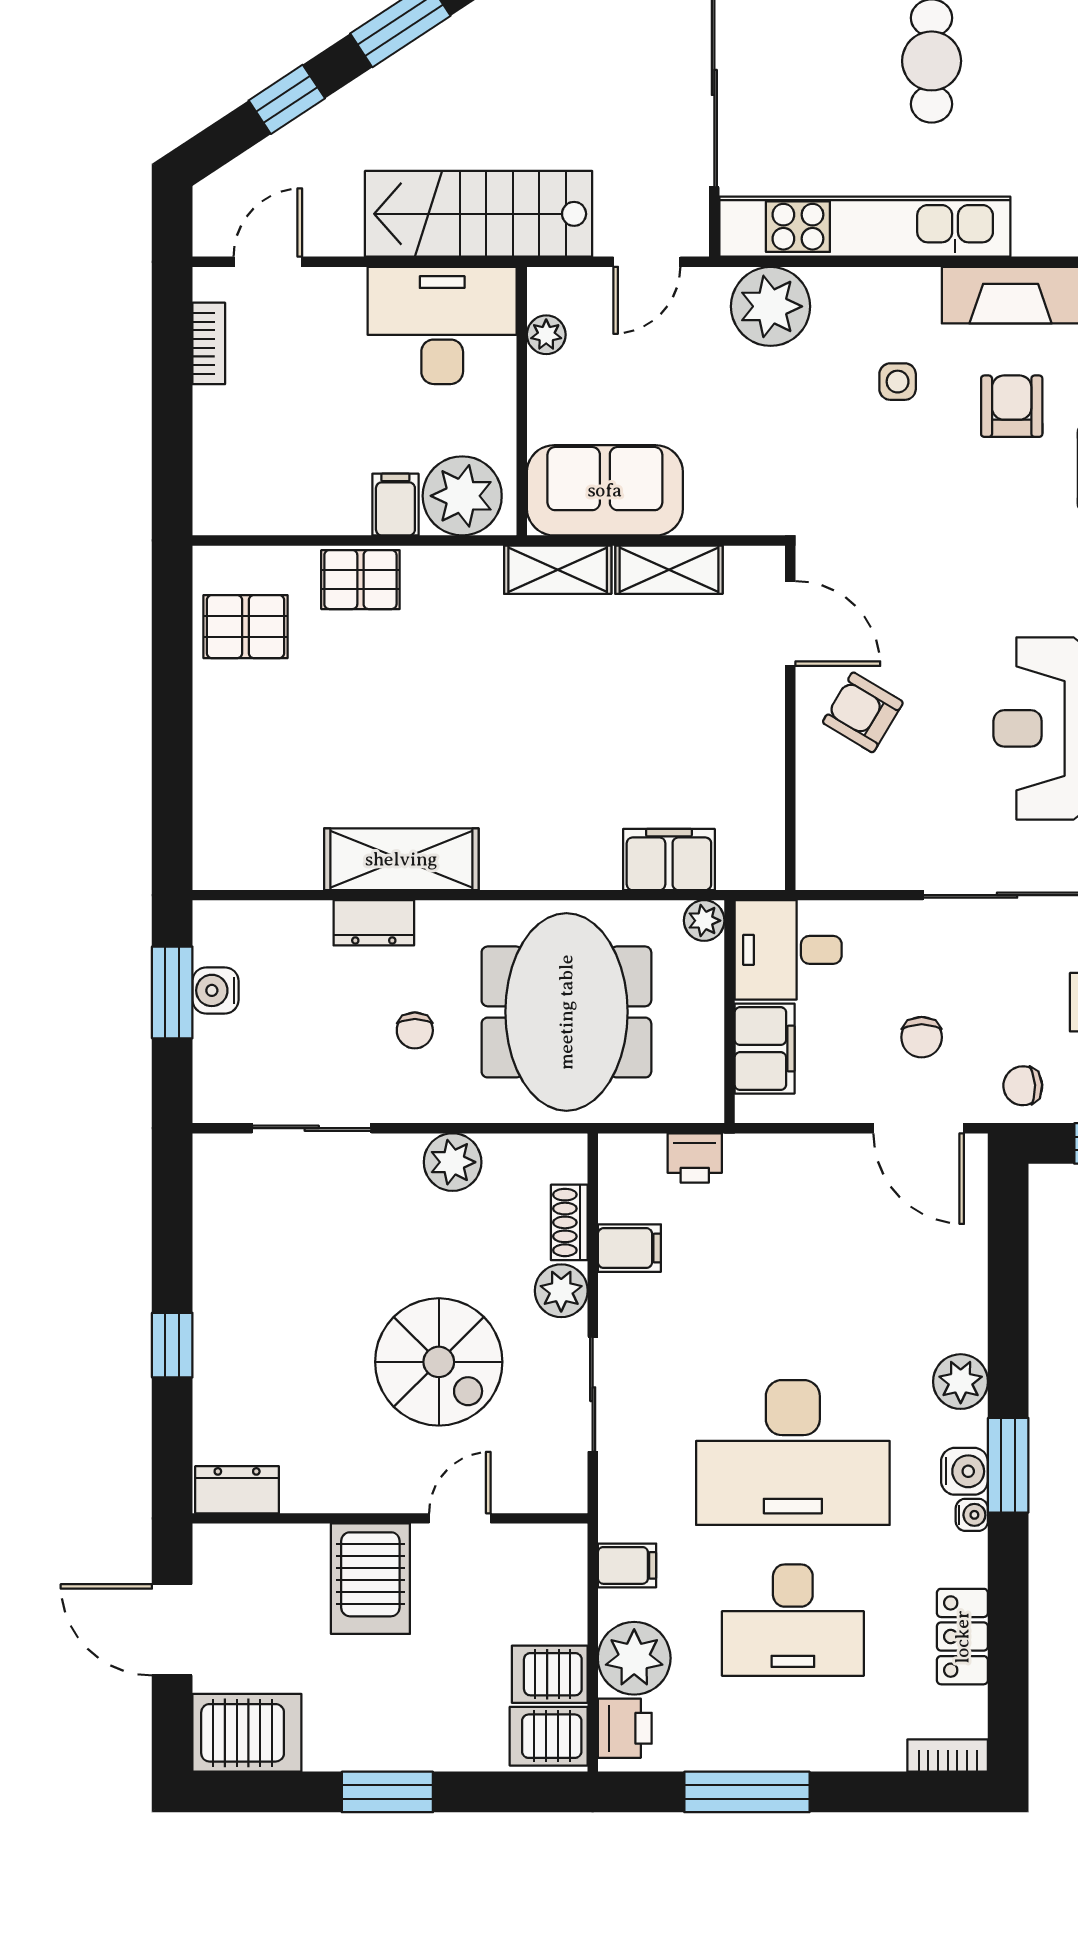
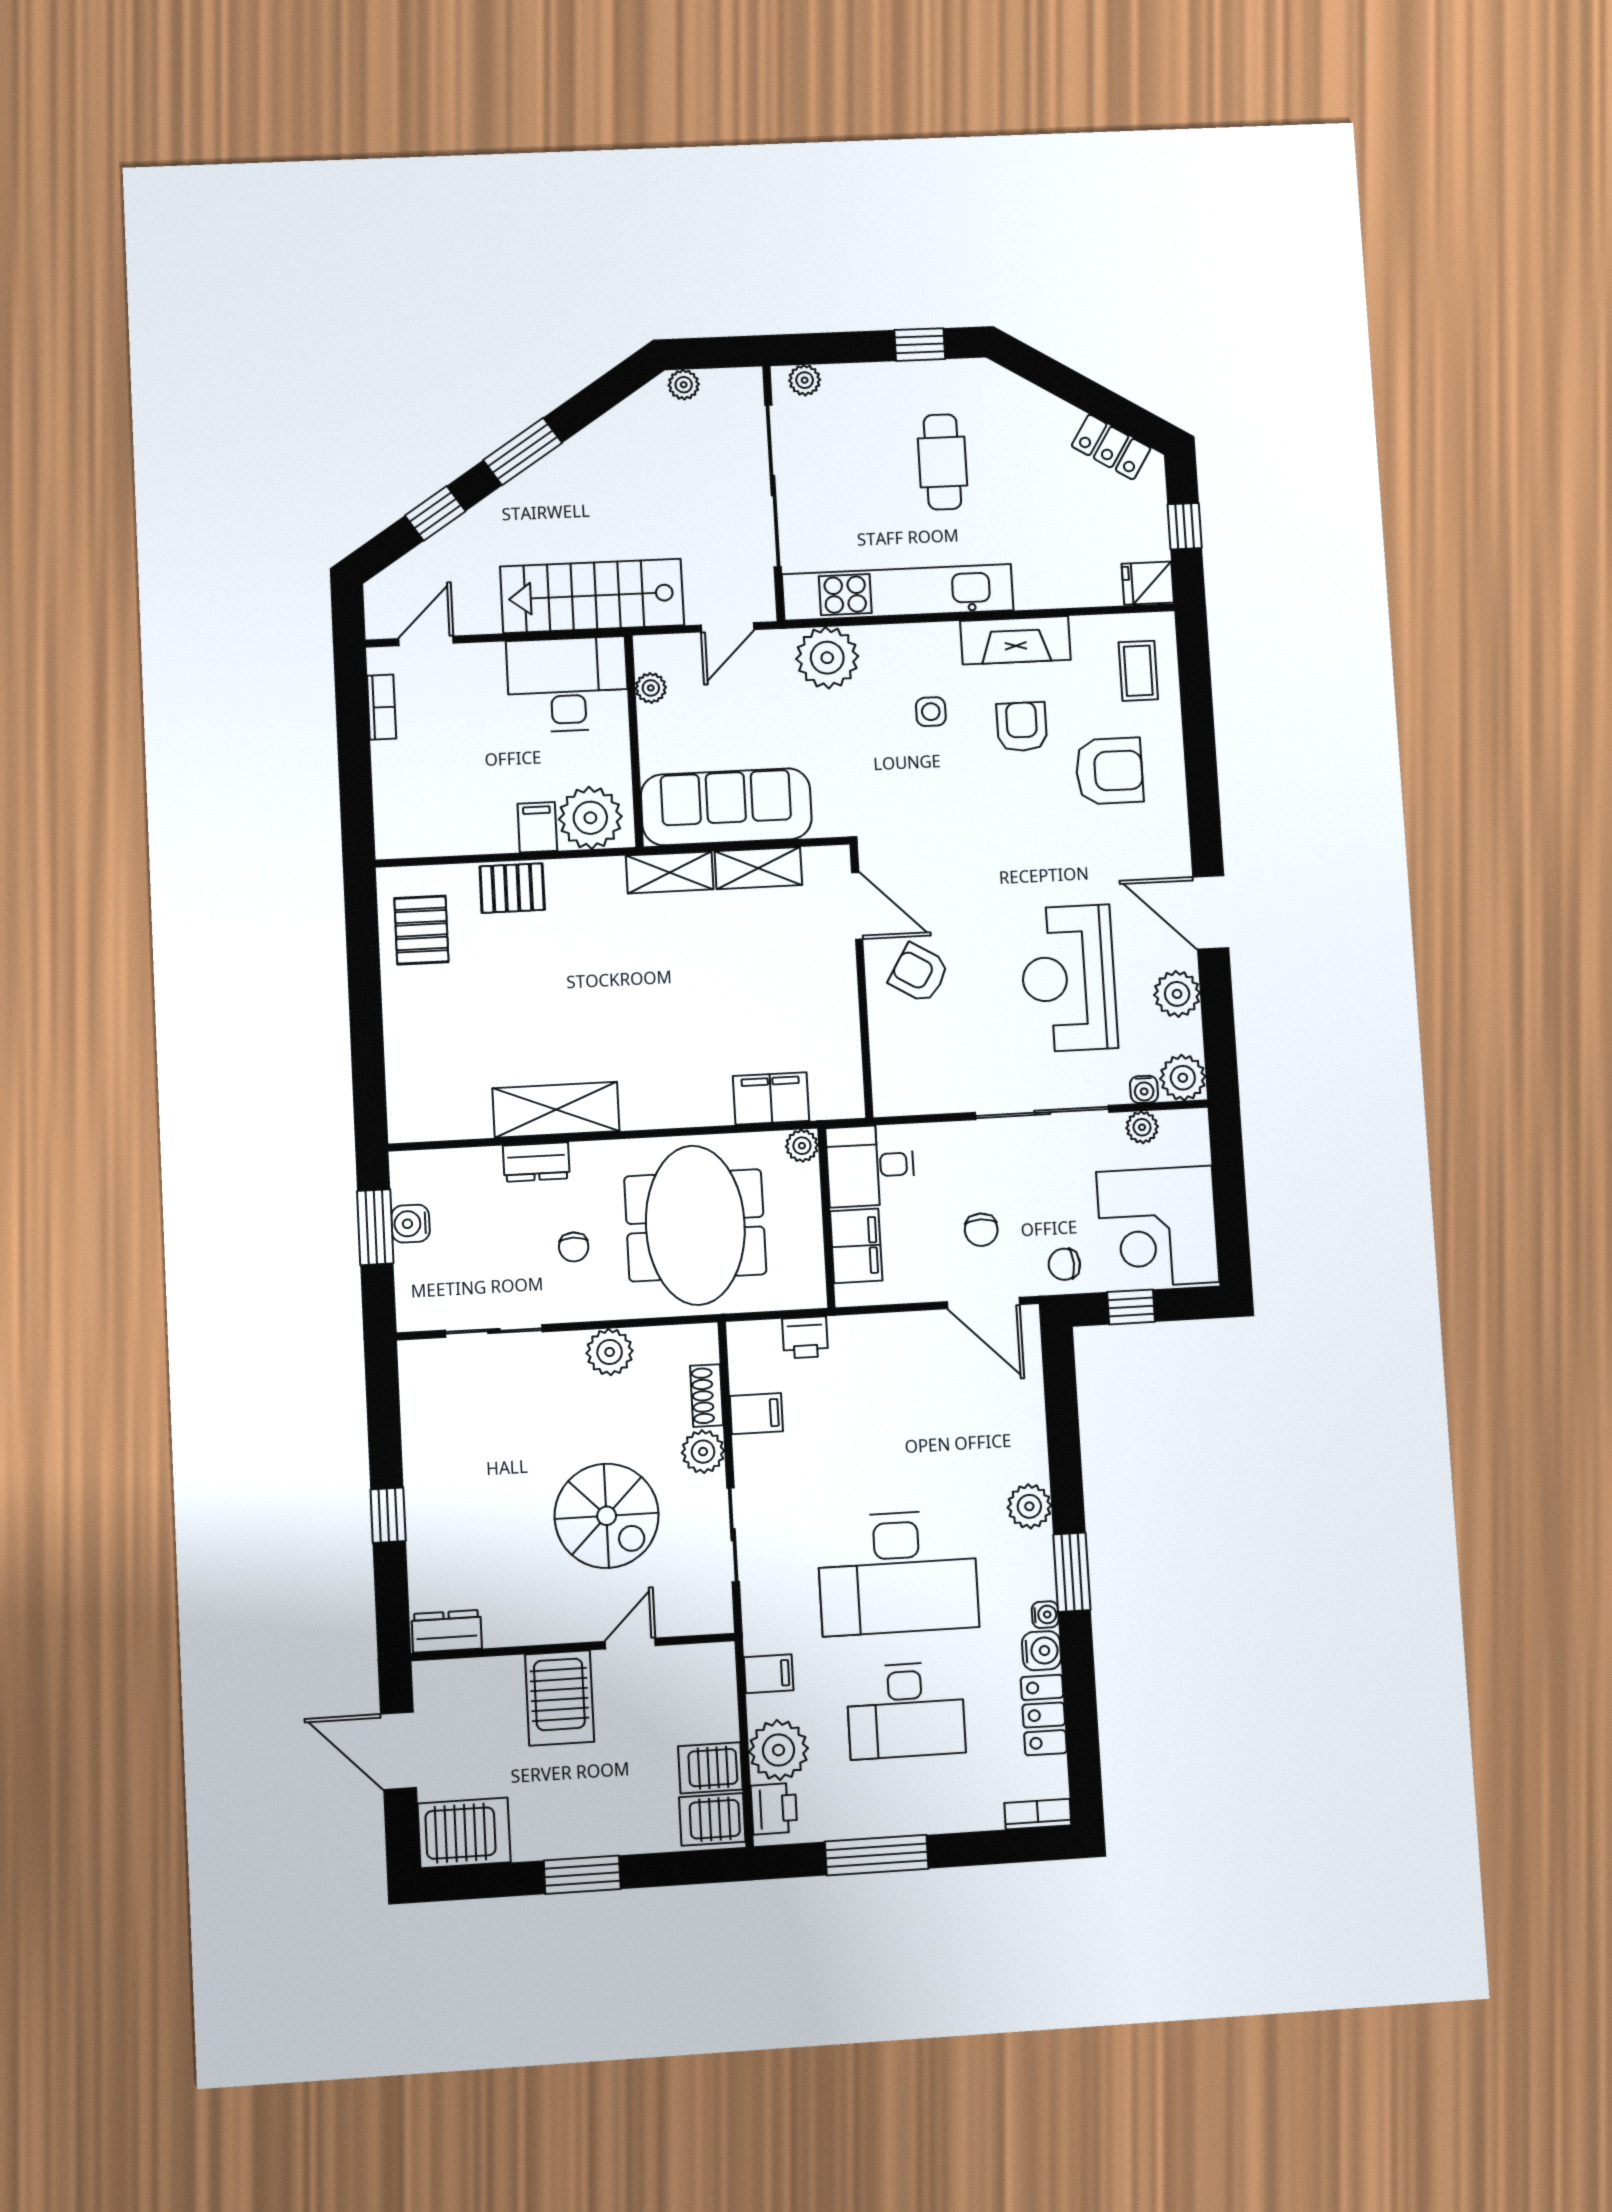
sofa: (605, 490) -> (726, 807), width x1.36
pallet: (246, 627) -> (421, 930), turned 90
water cooler: (964, 1471) -> (1041, 1651), moved

